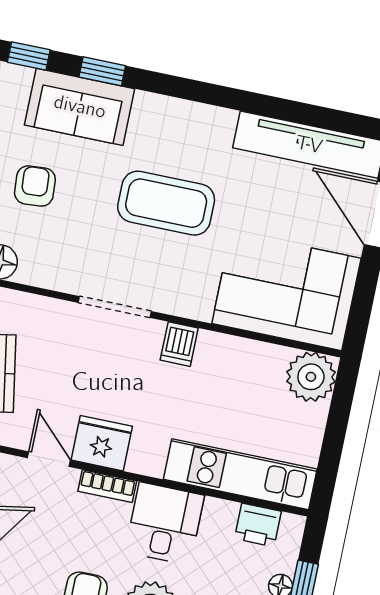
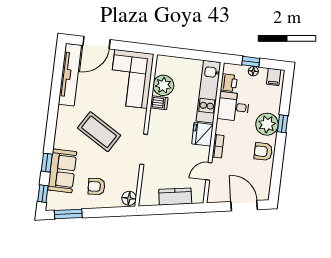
coffee table: (166, 203) -> (99, 132), turned -59
dishwasher: (179, 344) -> (159, 103), moved
plant: (311, 377) -> (163, 85), moved
fridge: (102, 443) -> (202, 134), moved
desk: (165, 523) -> (233, 107), moved

